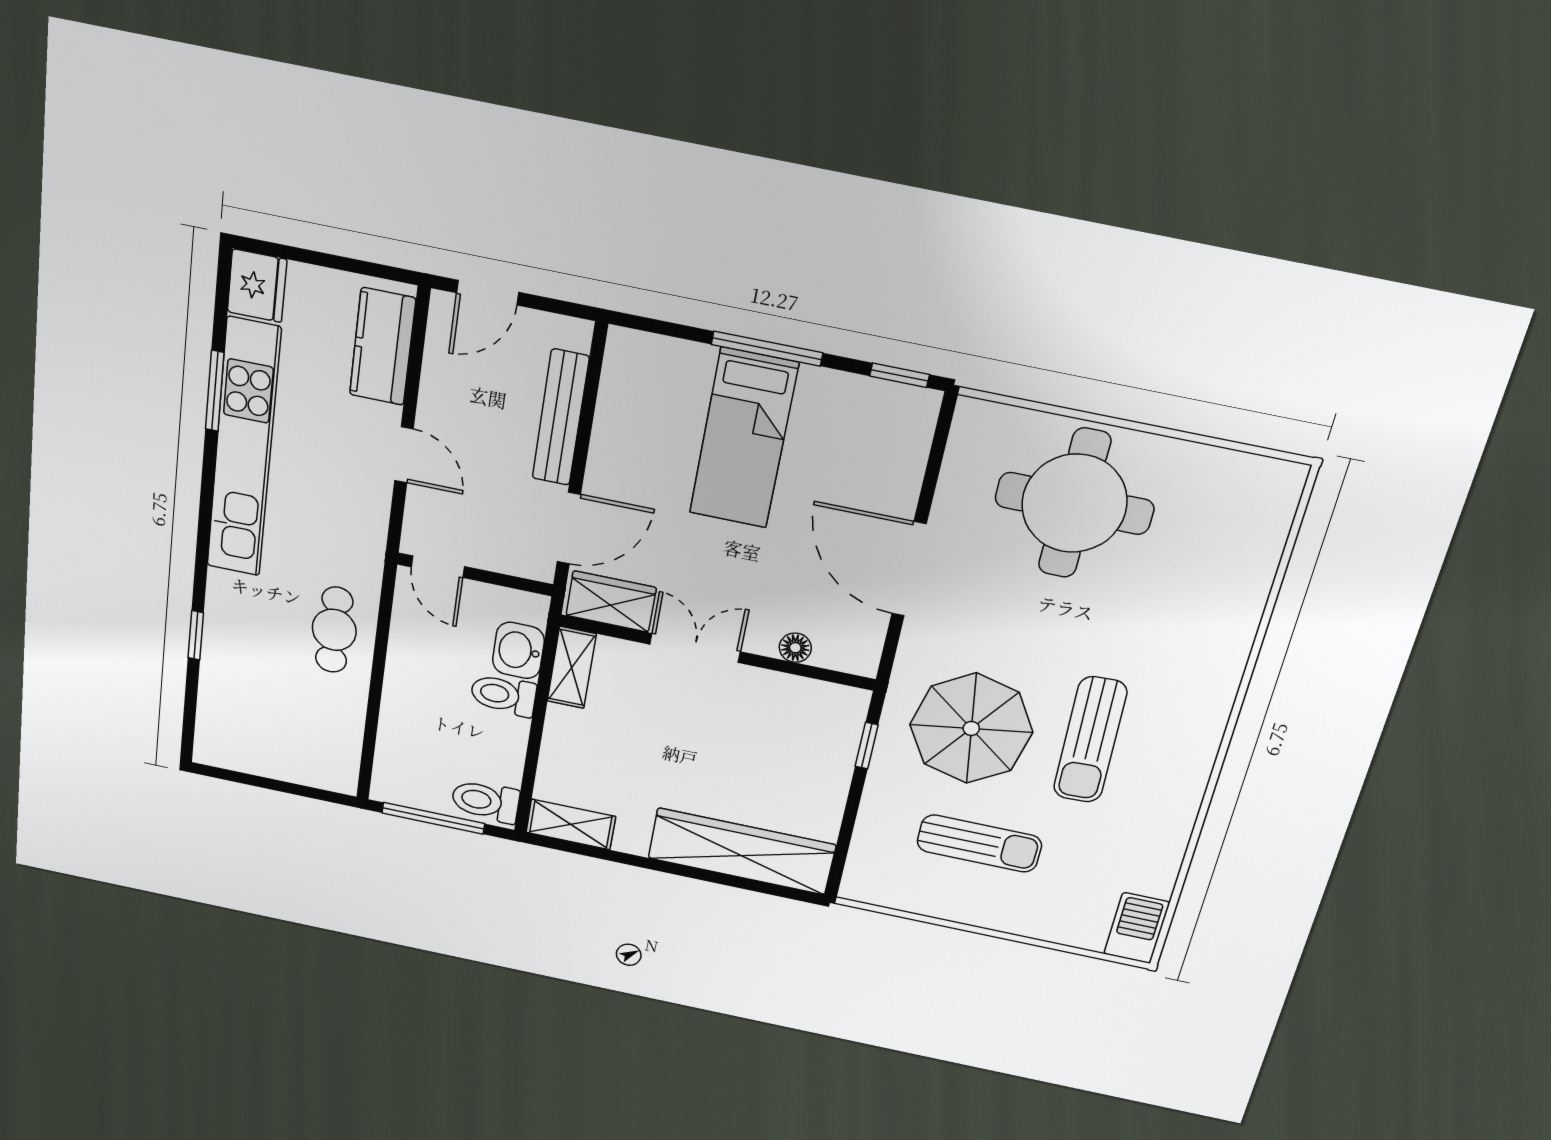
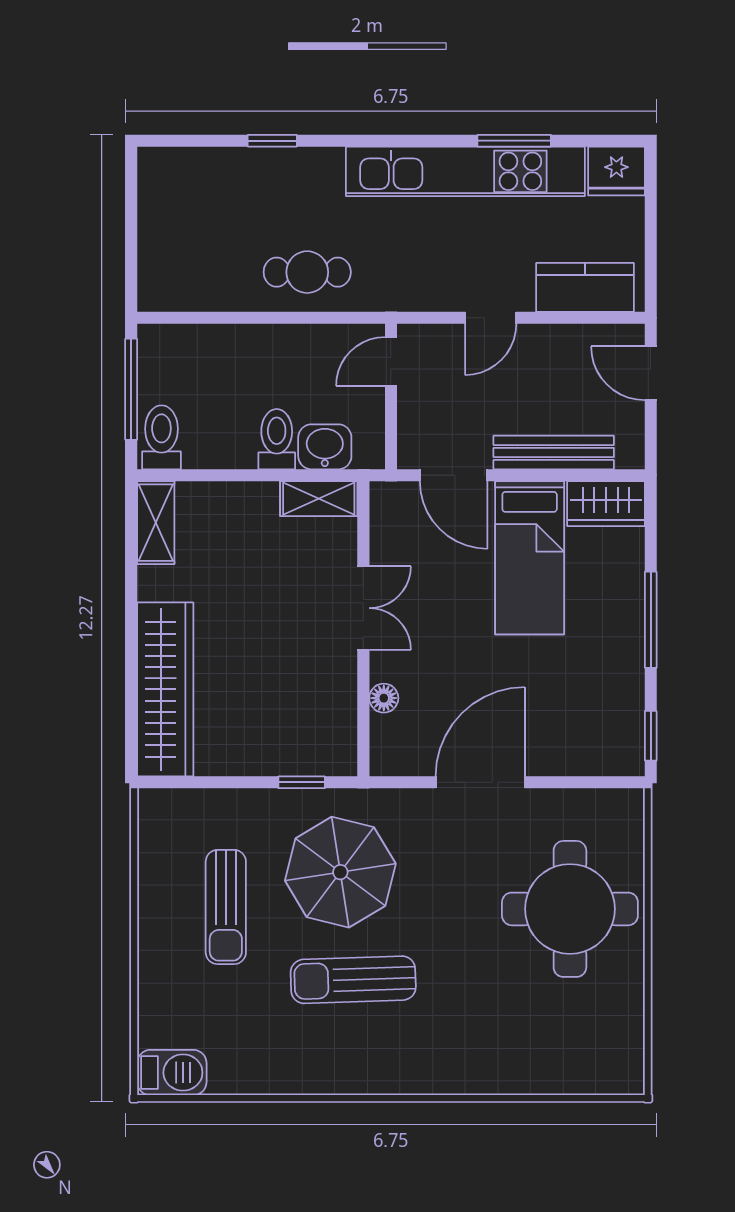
bed: (744, 439) -> (530, 558), moved, turned -90
wardrobe: (611, 601) -> (606, 504), moved, turned 90

